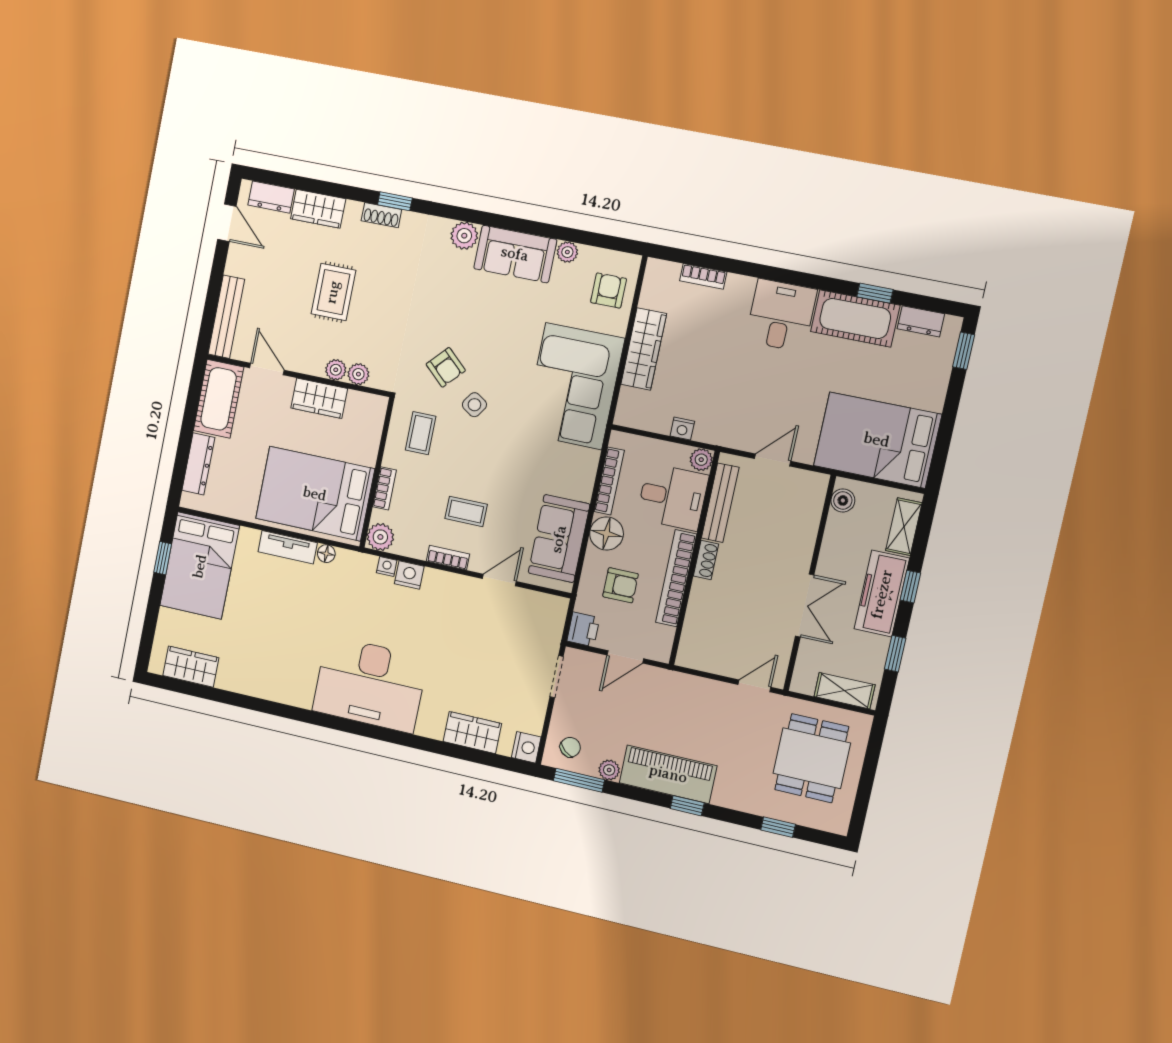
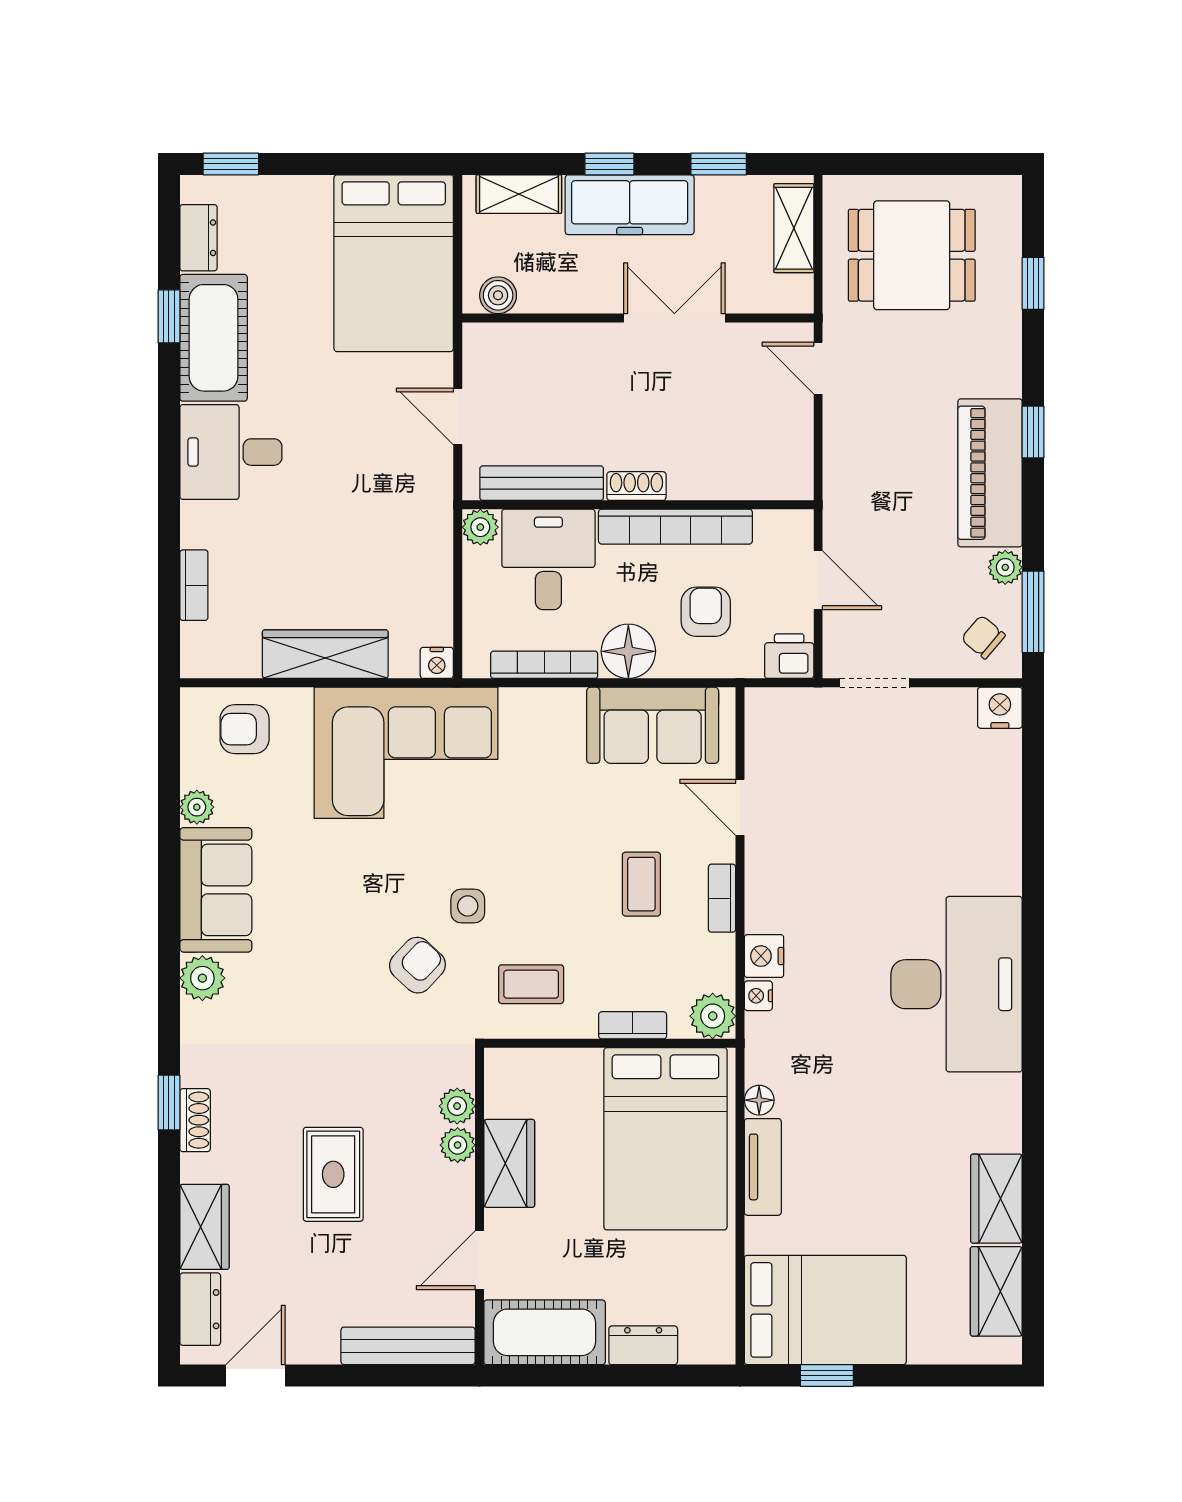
rug: (333, 292) -> (333, 1174), turned 90
side table: (474, 405) -> (468, 906), turned -34
nightstand: (682, 429) -> (437, 663), moved, turned 90
dresser: (198, 464) -> (643, 1345), width x0.70
wardrobe: (472, 733) -> (996, 1199), moved

